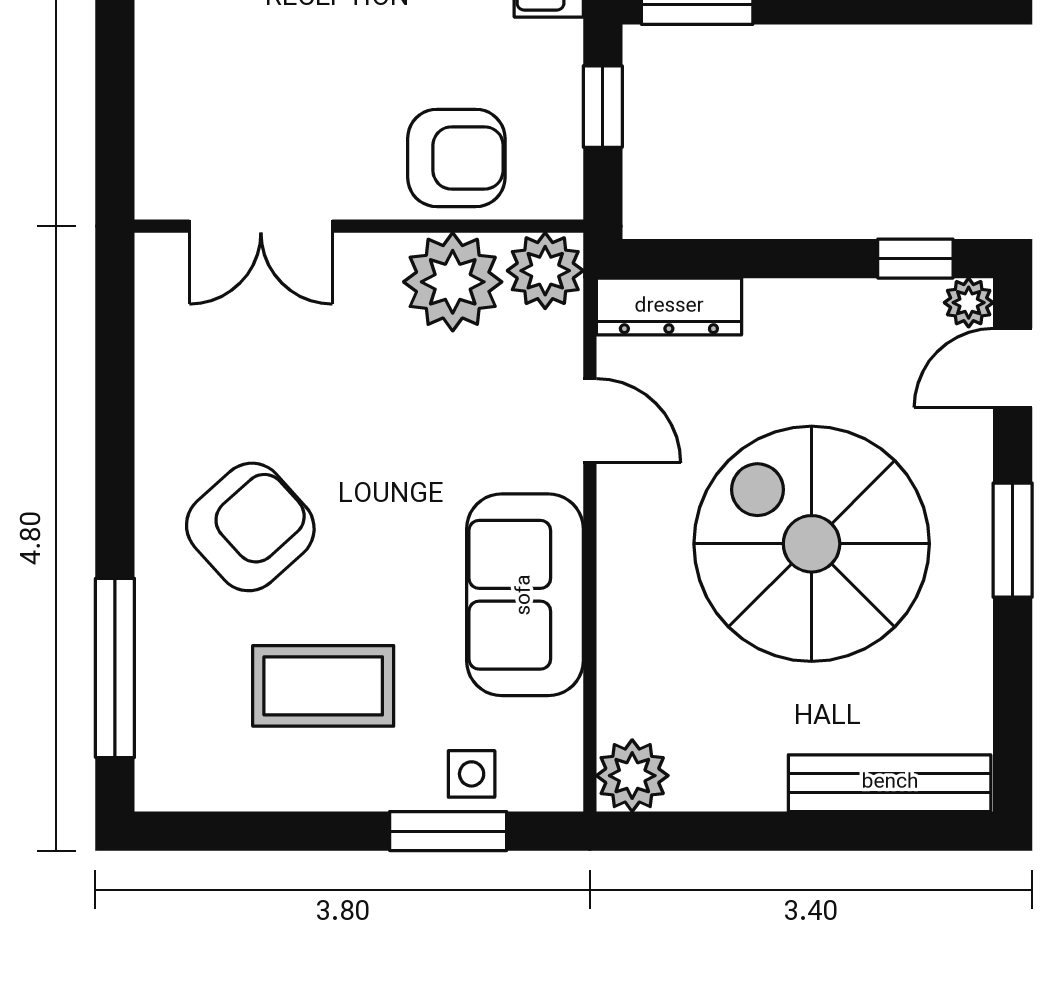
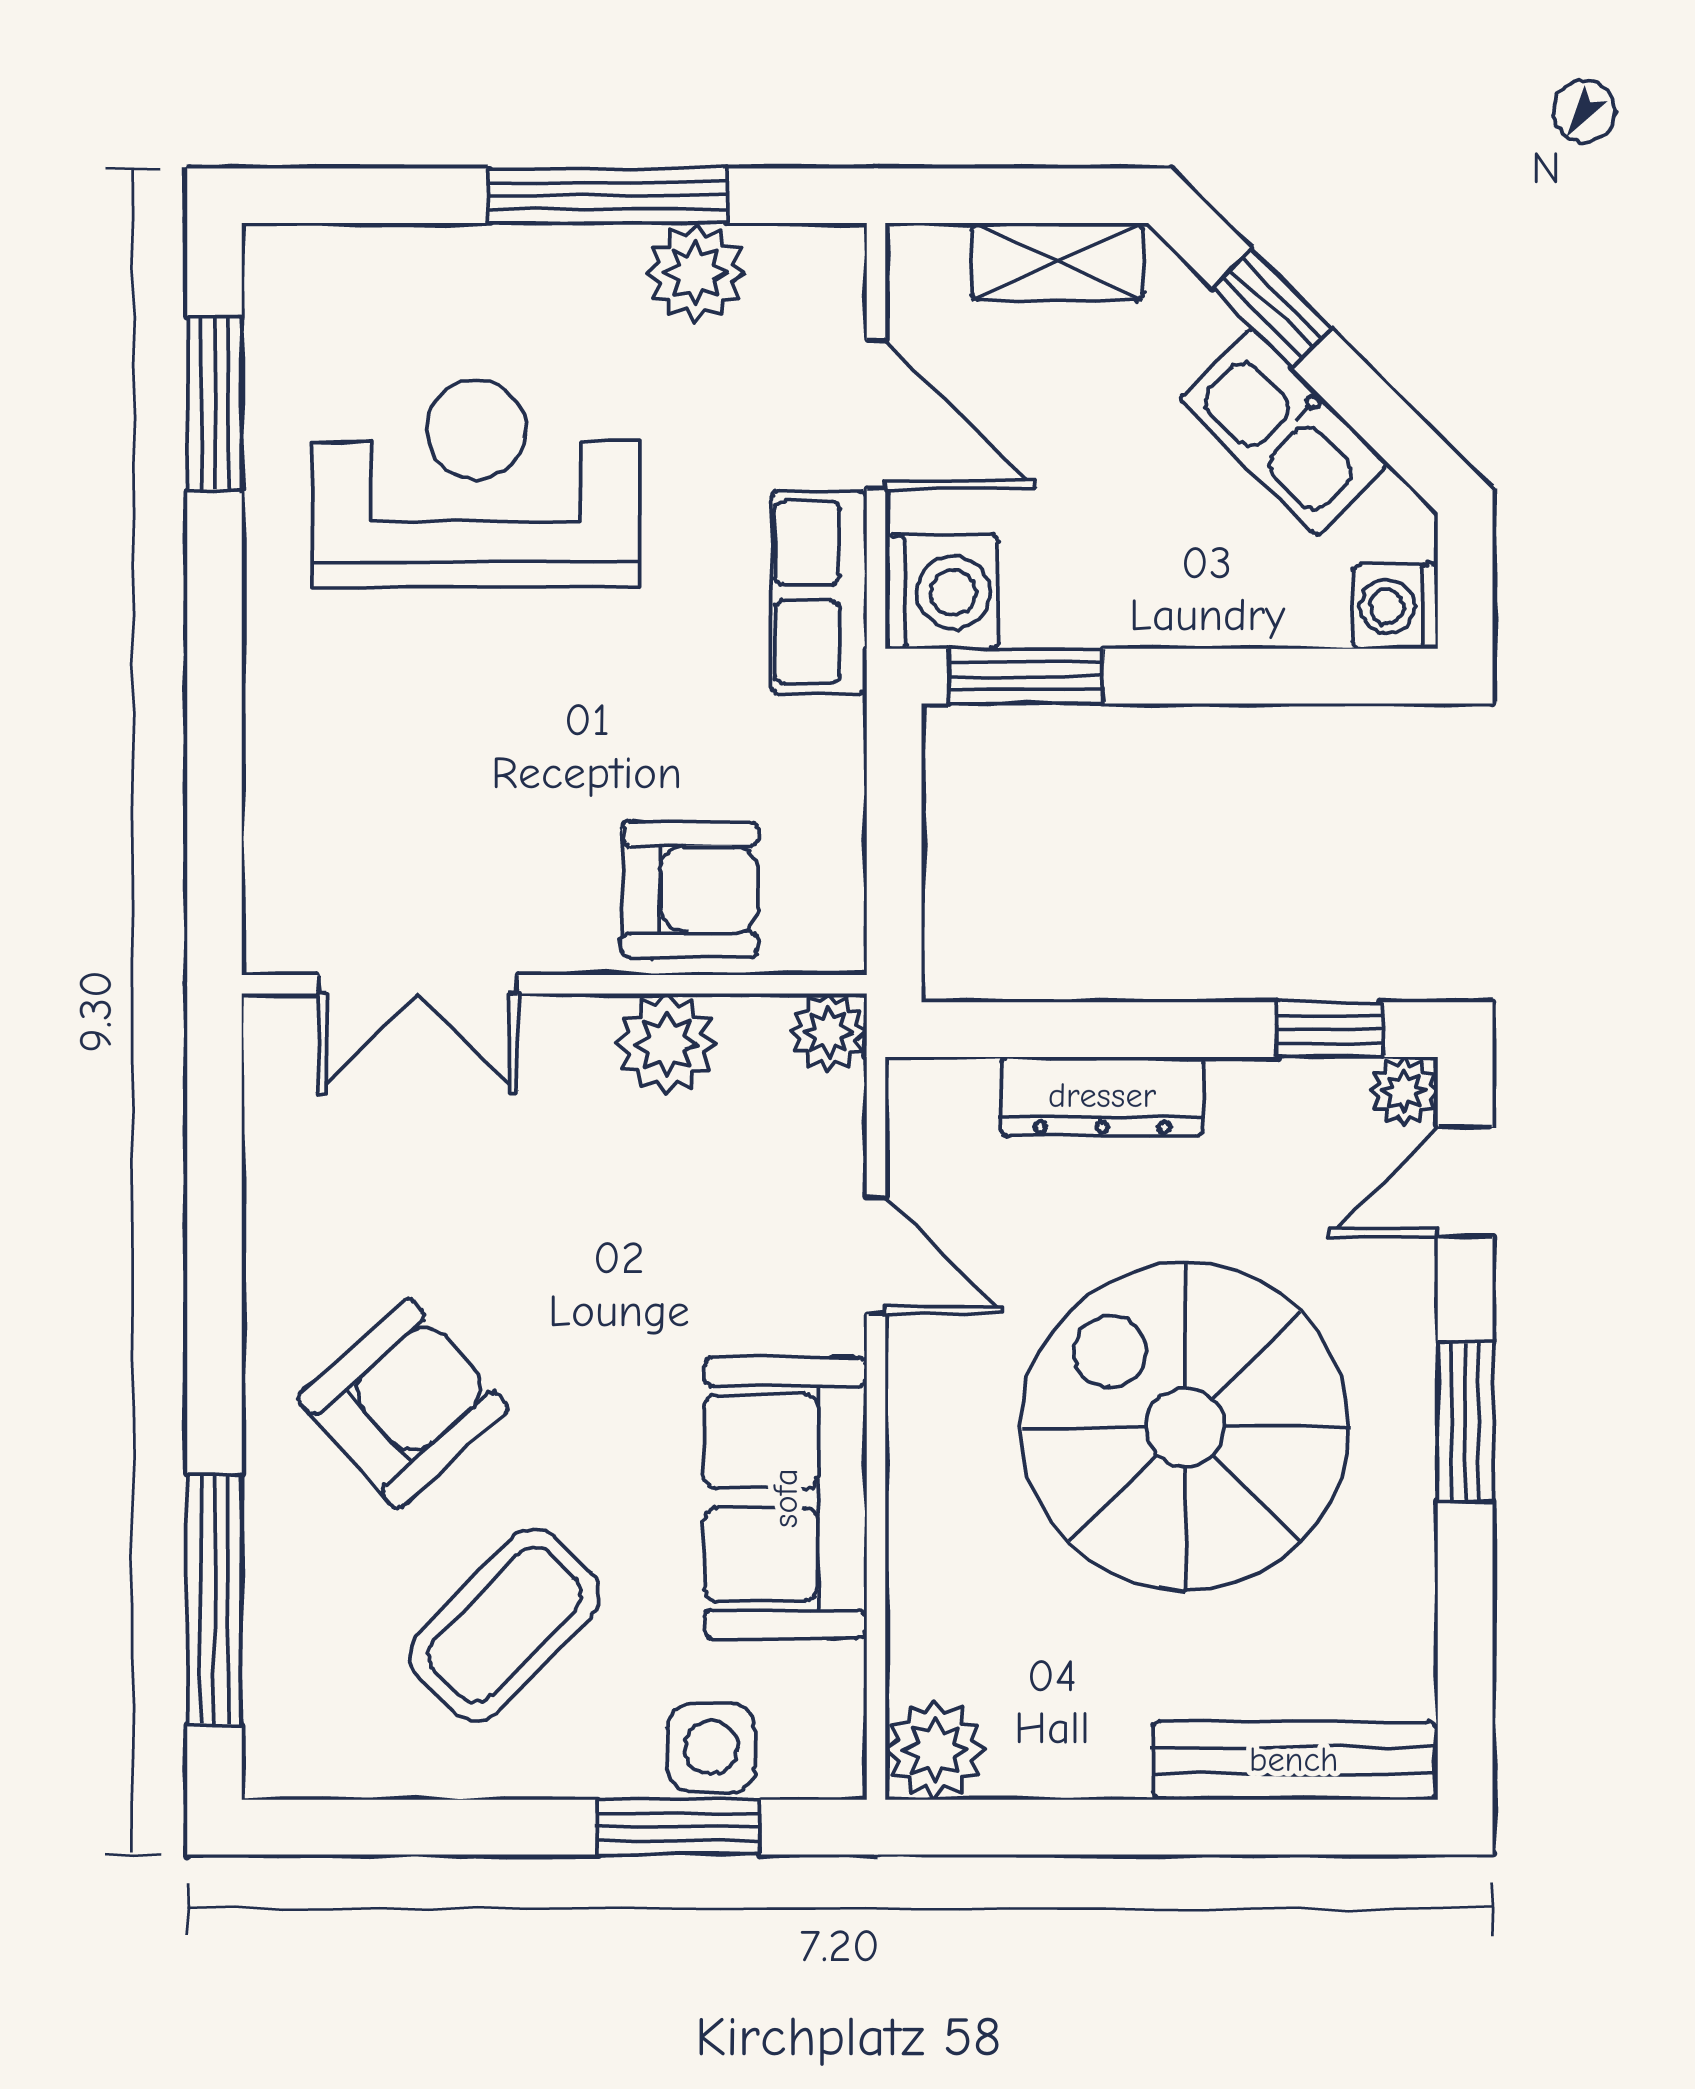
window: (603, 107) -> (894, 818), removed
plant: (545, 271) -> (828, 1032), width x0.73, depth x0.73
plant: (453, 282) -> (667, 1044), width x0.73, depth x0.73
dresser: (669, 307) -> (1102, 1096), moved
coffee table: (323, 686) -> (505, 1625), turned -46
side table: (472, 774) -> (711, 1748), width x1.37, depth x1.37

